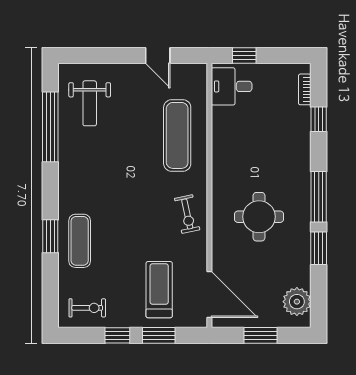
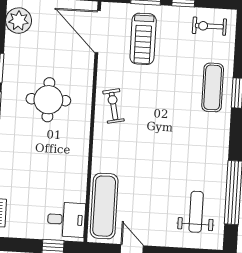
exercise mat: (177, 135) -> (104, 206), moved

